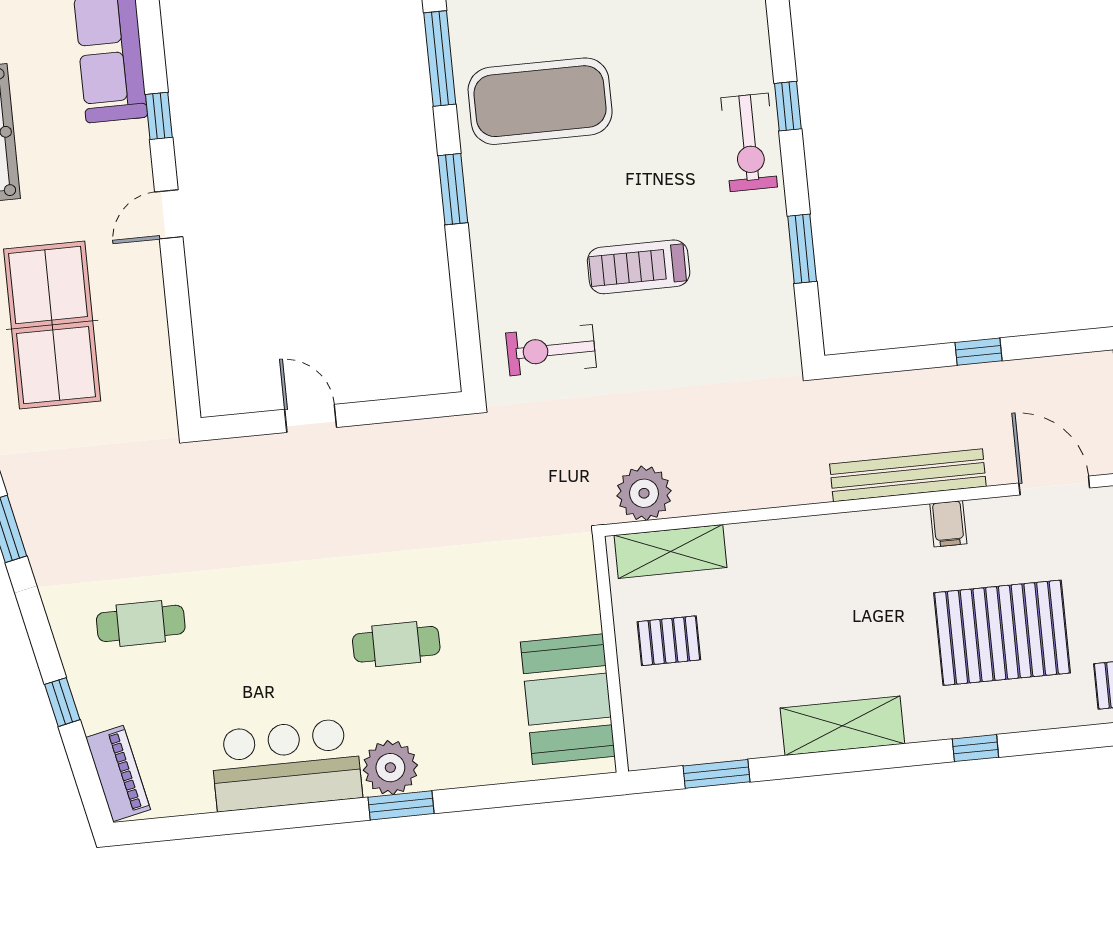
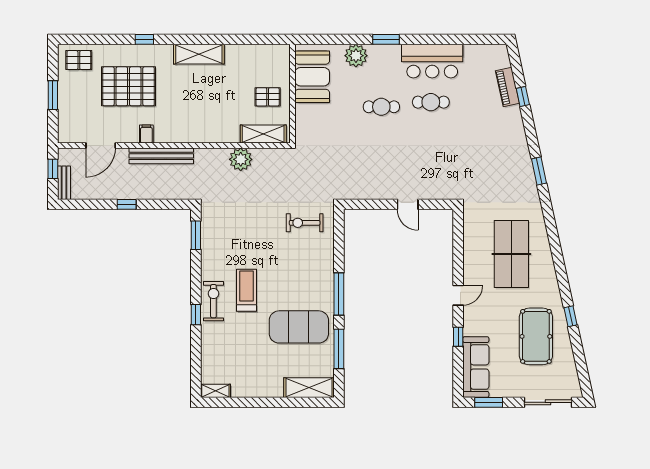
window: (453, 189) -> (339, 294), width x1.44
window: (802, 249) -> (196, 235), moved
treadmill: (639, 267) -> (246, 290), moved, turned -90
exercise bike: (551, 350) -> (305, 223), turned 180
door: (1054, 486) -> (101, 145), hinge flipped
plant: (644, 493) -> (241, 159), moved
cafe table: (141, 623) -> (431, 102), moved
plant: (390, 768) -> (356, 56), moved
piano: (118, 773) -> (507, 87), moved
window: (716, 774) -> (253, 39), removed

